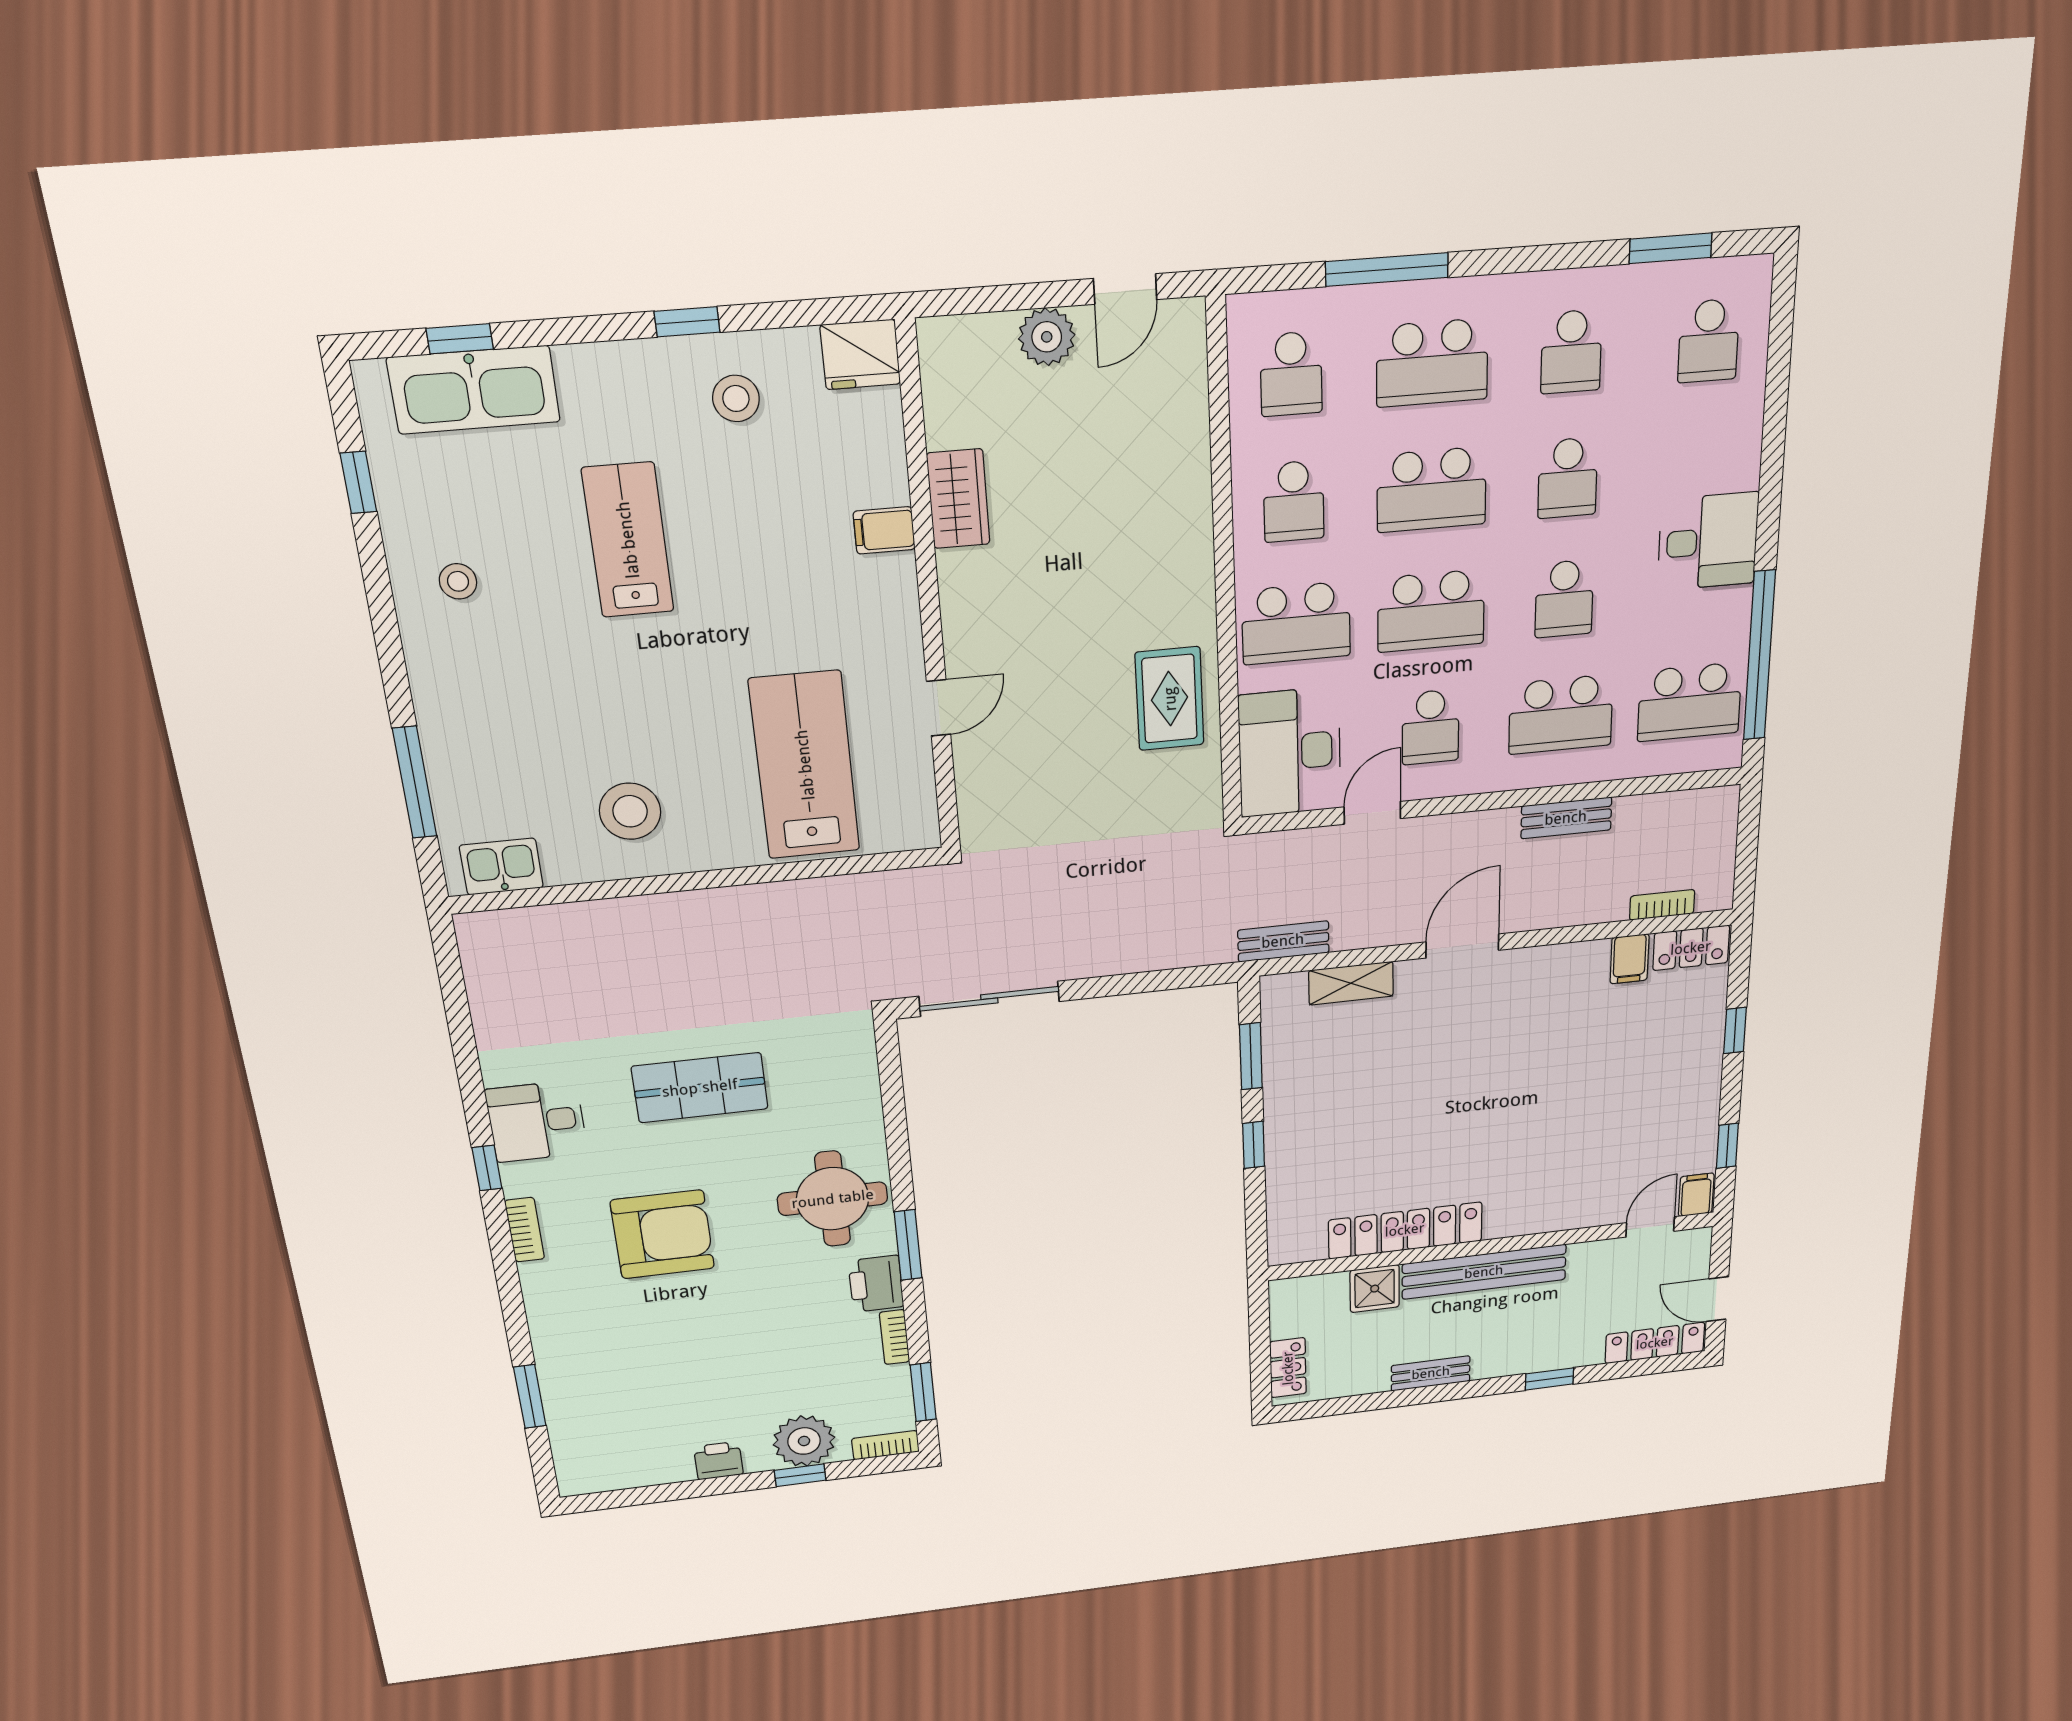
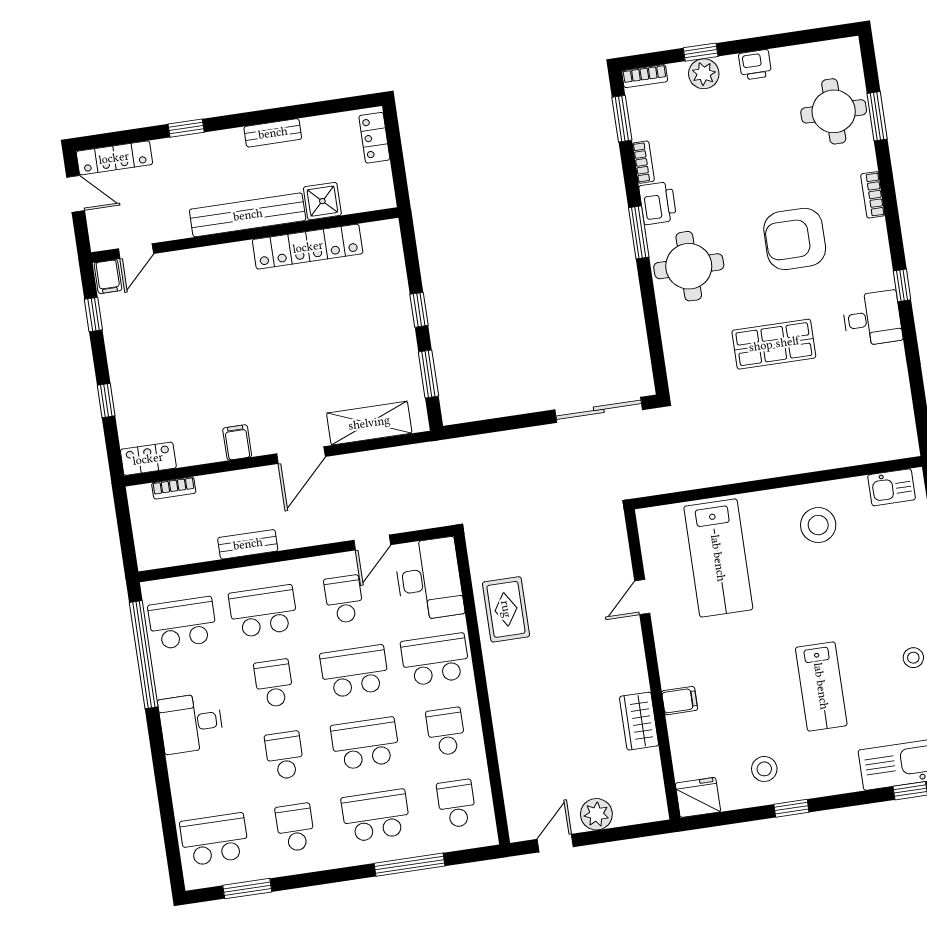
school desk: (1709, 341) -> (214, 839), width x1.85
bench: (1283, 941) -> (417, 455), removed
filing cabinet: (1630, 959) -> (237, 442), moved
shelving: (1351, 983) -> (369, 423), width x1.50, depth x1.33
bookcase: (525, 1230) -> (873, 195), moved
round table: (598, 1402) -> (834, 111), added
plant: (804, 1441) -> (704, 74), width x0.73, depth x0.73

